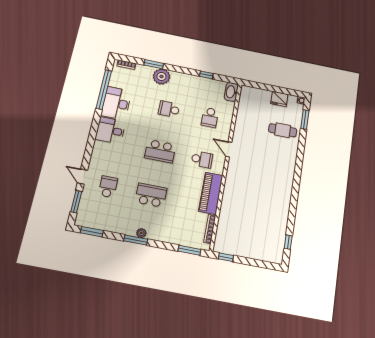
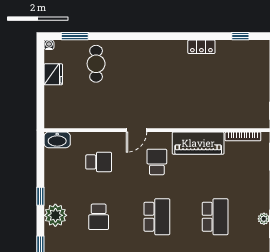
window: (206, 75) -> (40, 196), moved
plant: (161, 76) -> (55, 215), moved
school desk: (151, 195) -> (215, 217), turned 180
locker: (284, 210) -> (201, 47), added

